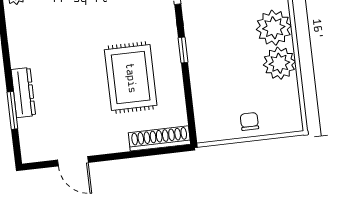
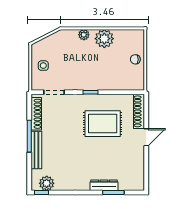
plant: (274, 28) -> (84, 35), width x0.53, depth x0.53
door: (73, 161) -> (146, 137), moved

